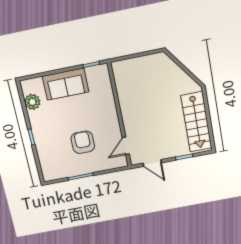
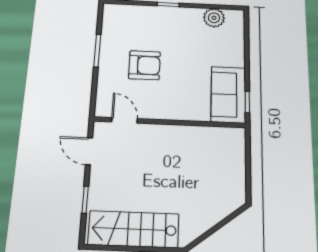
sofa: (66, 84) -> (228, 95), moved
door: (152, 163) -> (89, 151), hinge flipped

